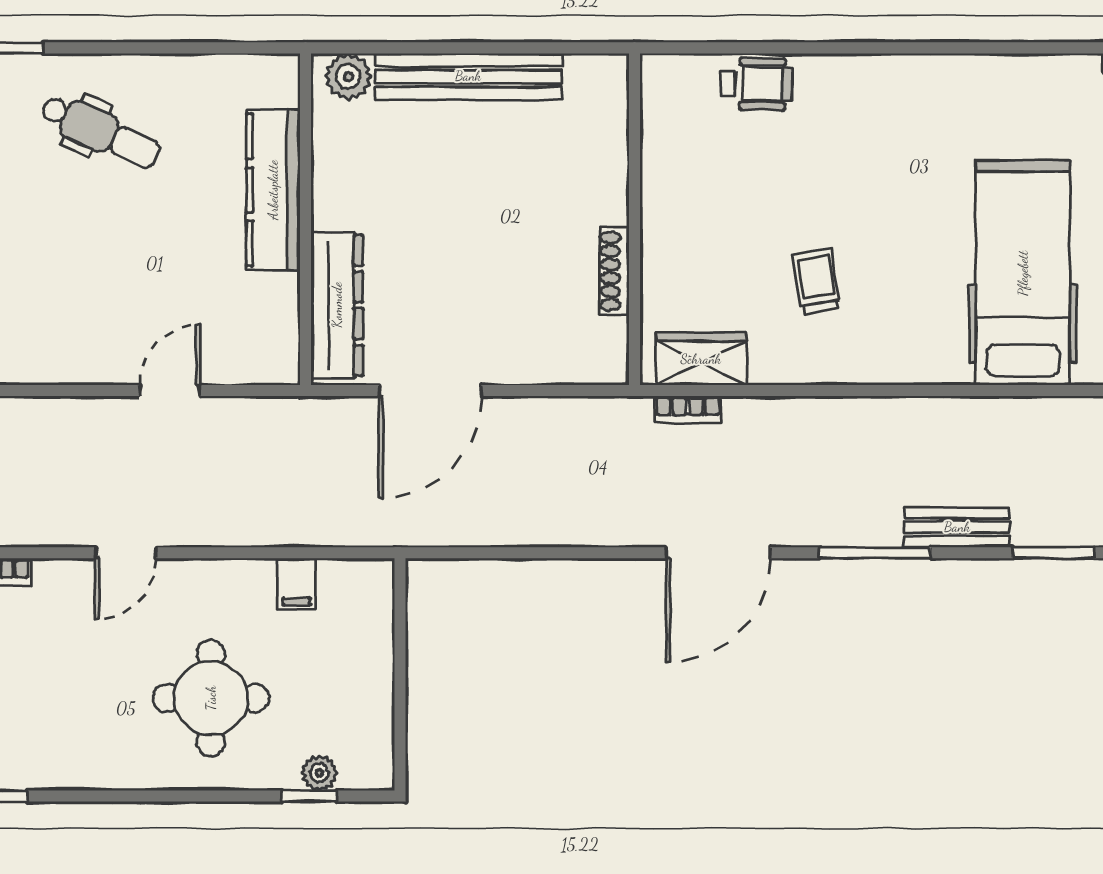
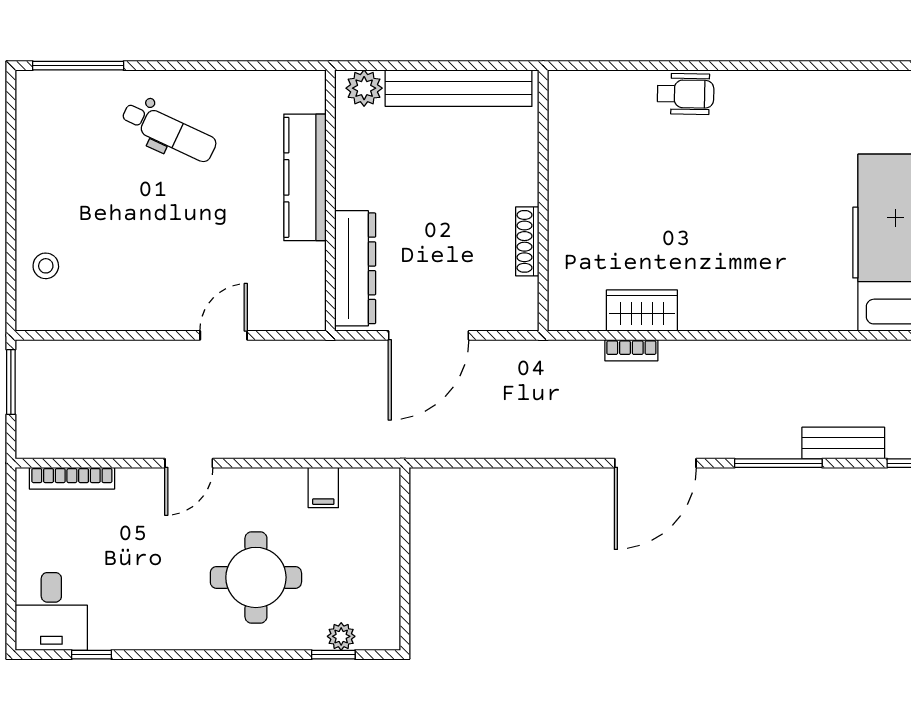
wall: (634, 219) -> (543, 200), moved
shoe rack: (614, 271) -> (527, 241), moved
trolley: (817, 281) -> (733, 249), removed

